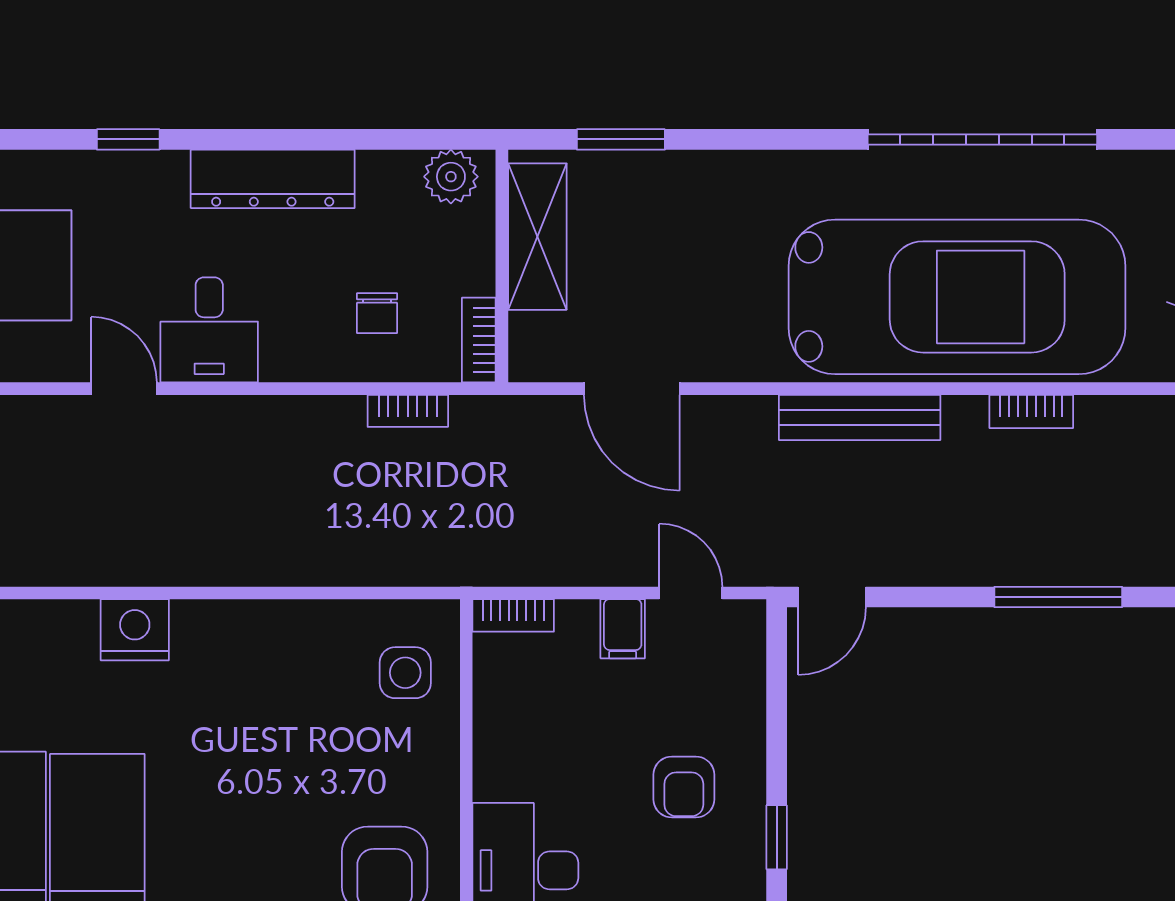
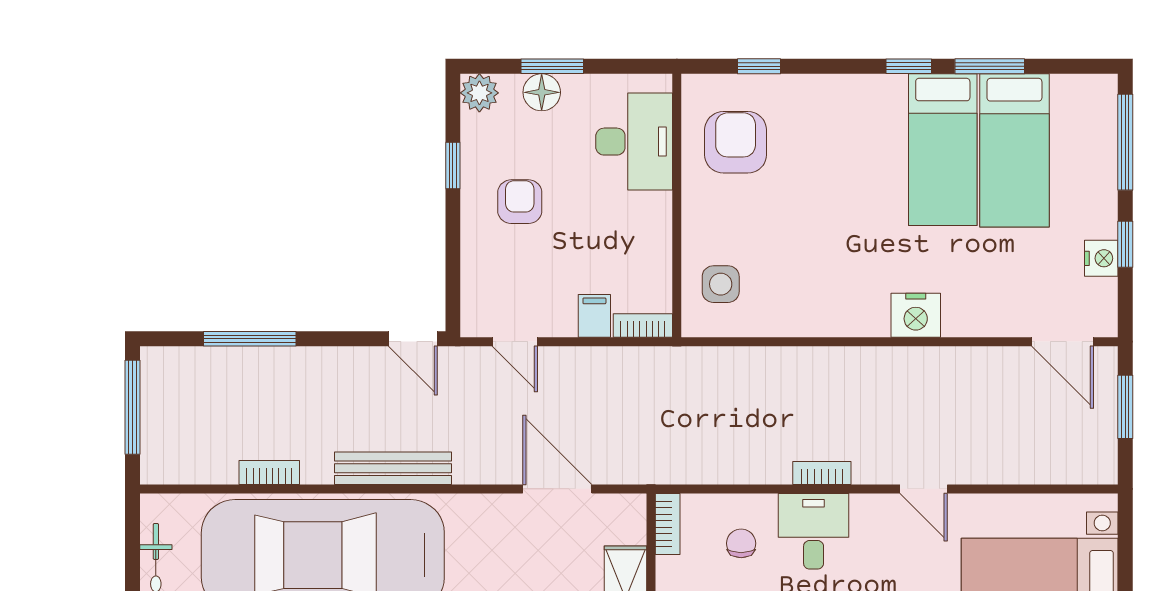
desk: (209, 330) -> (814, 531), moved
bookcase: (408, 411) -> (822, 473), moved
door: (832, 597) -> (413, 339), swing flipped
filing cabinet: (623, 629) -> (594, 316), moved

